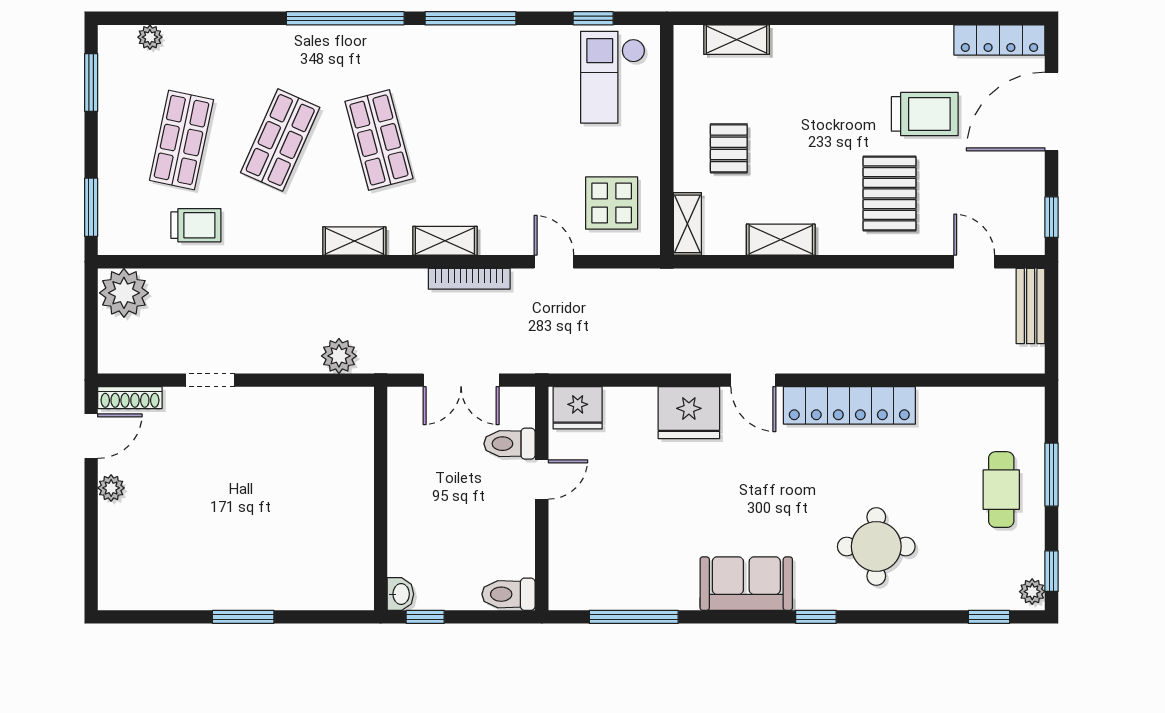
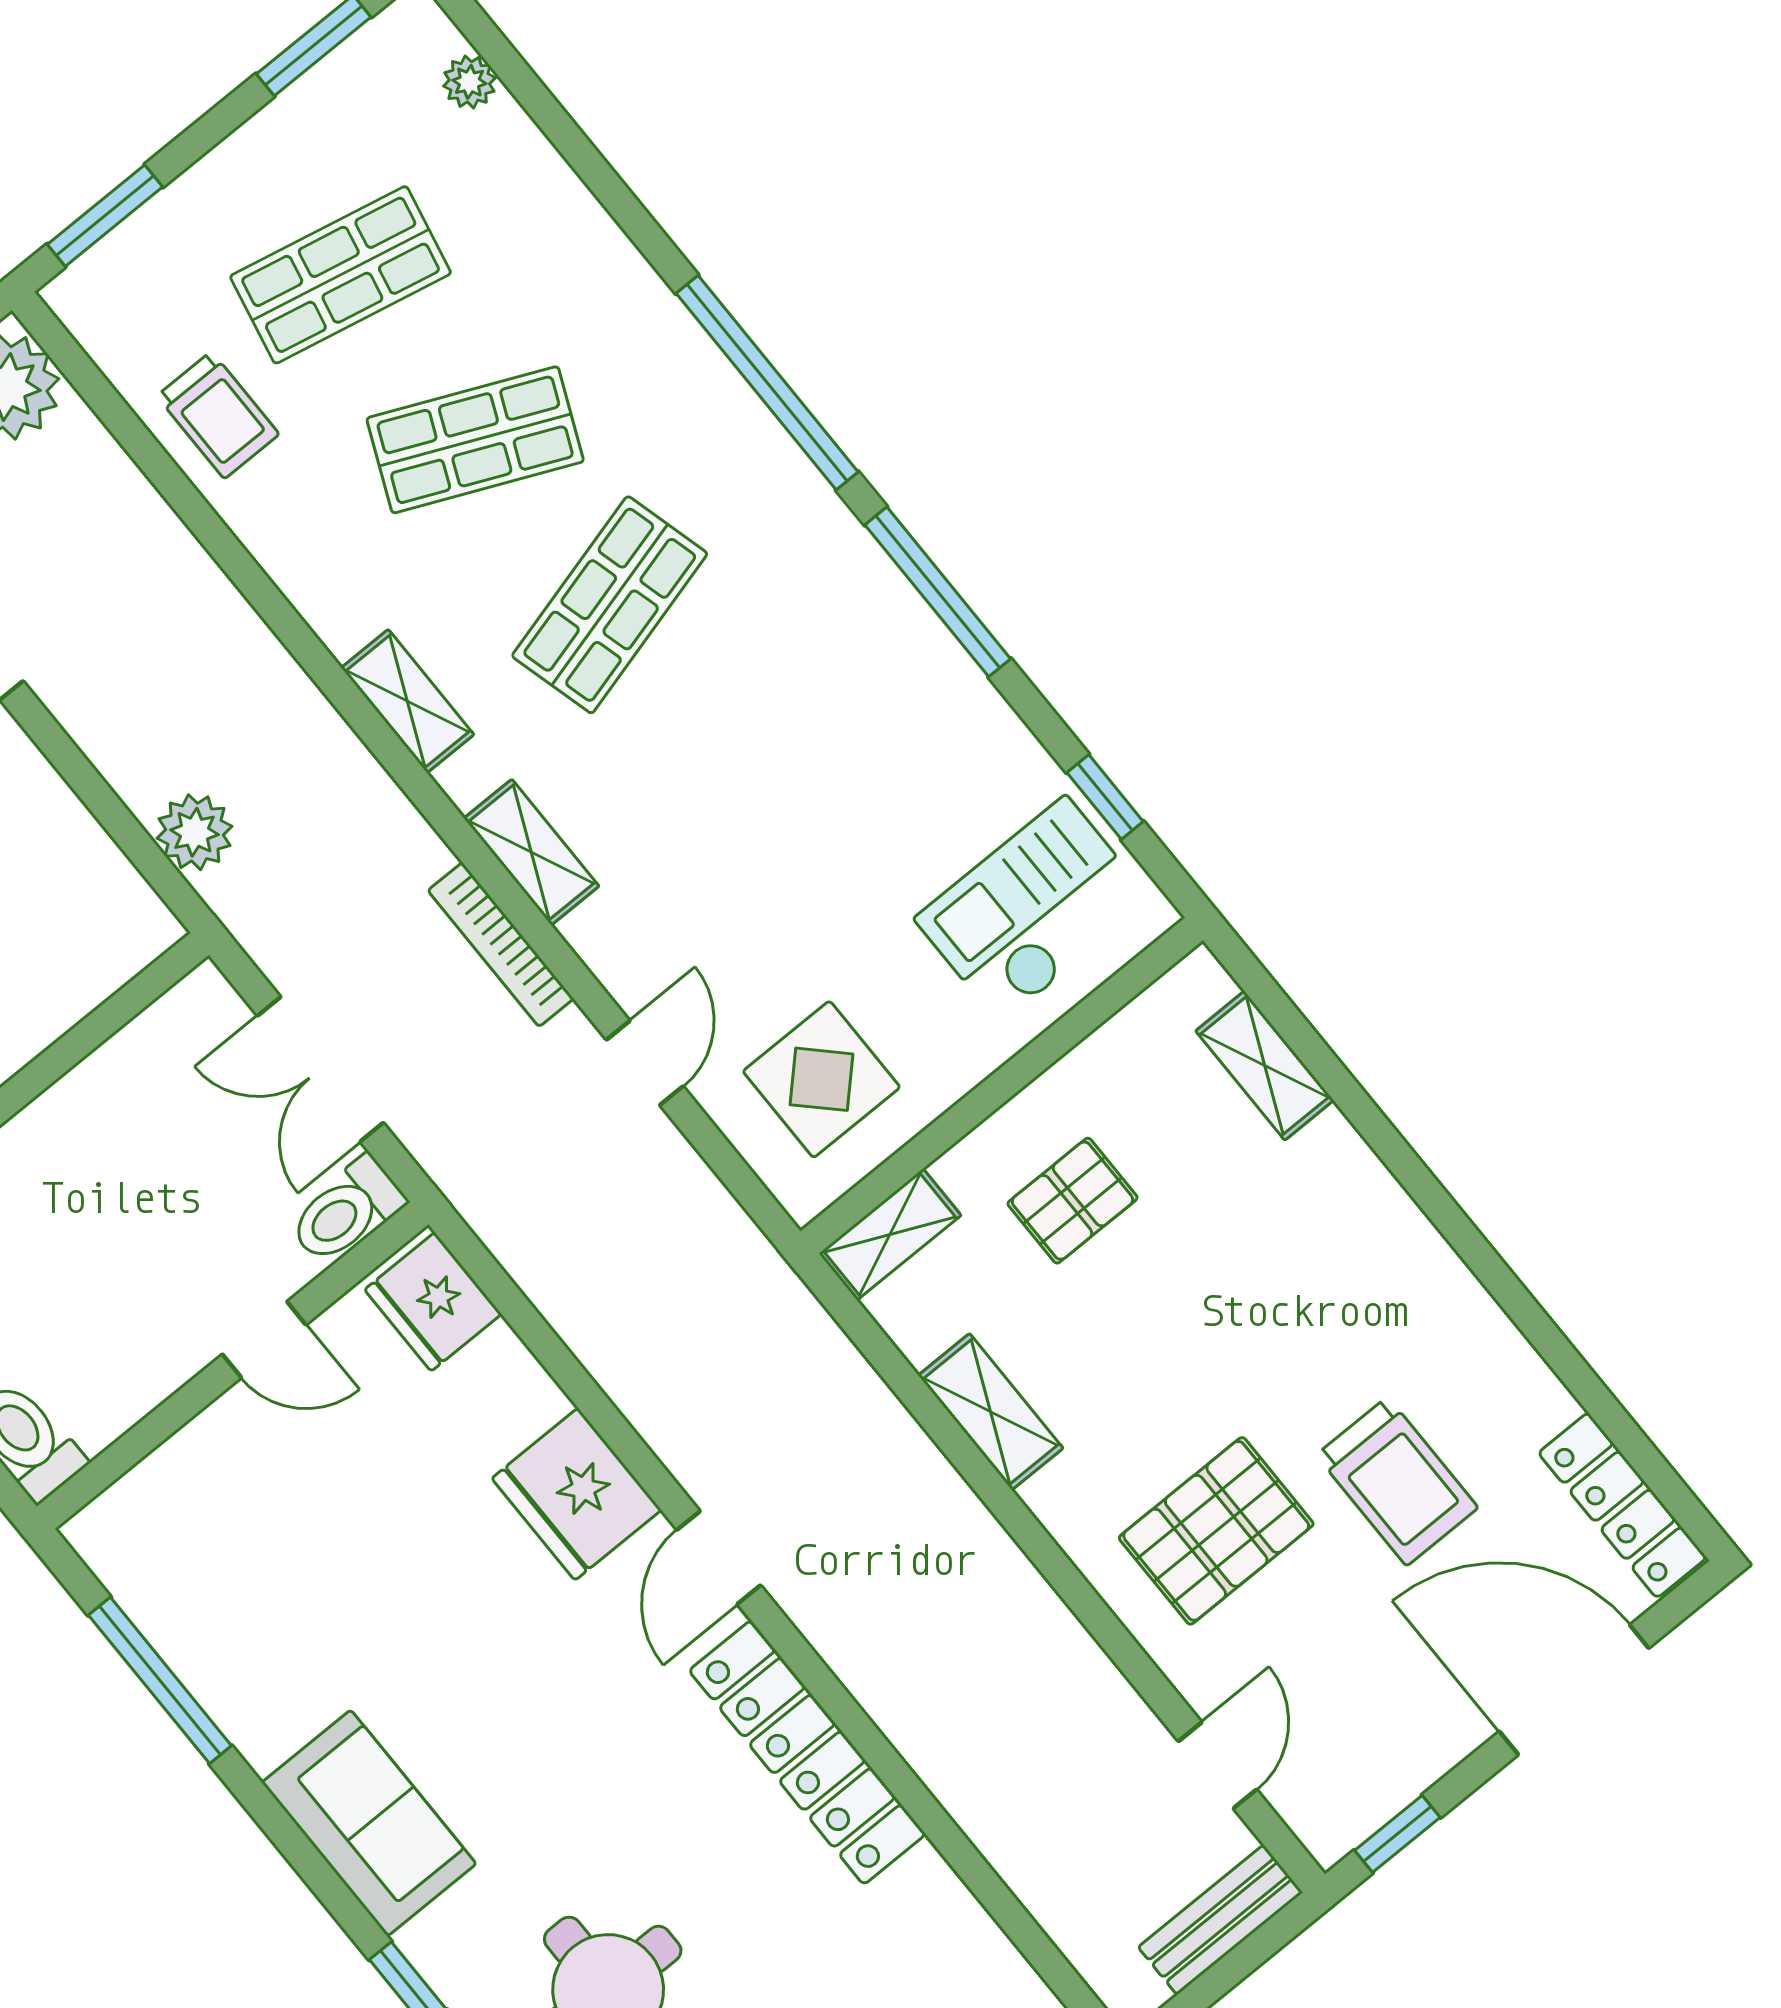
toilet: (510, 444) -> (346, 1211), moved, turned -90

